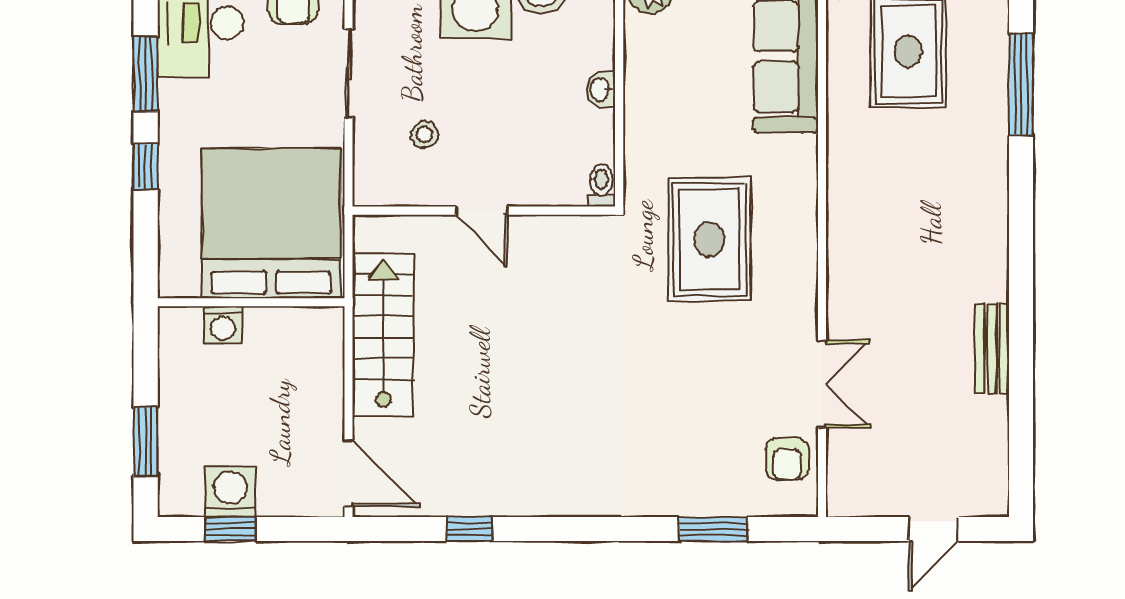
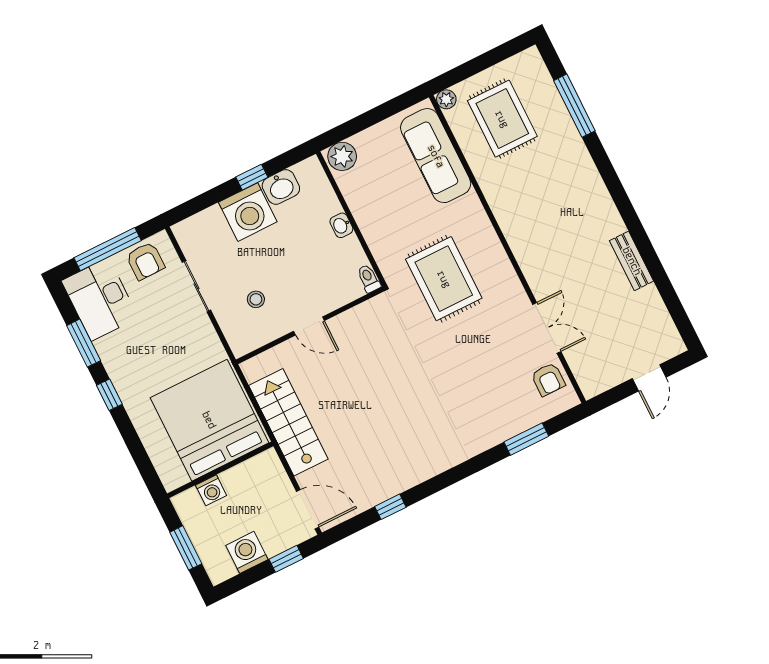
bed: (271, 223) -> (209, 420), moved
wall: (251, 302) -> (220, 470), moved
washing machine: (223, 325) -> (211, 490), moved
window: (231, 529) -> (286, 559), moved

